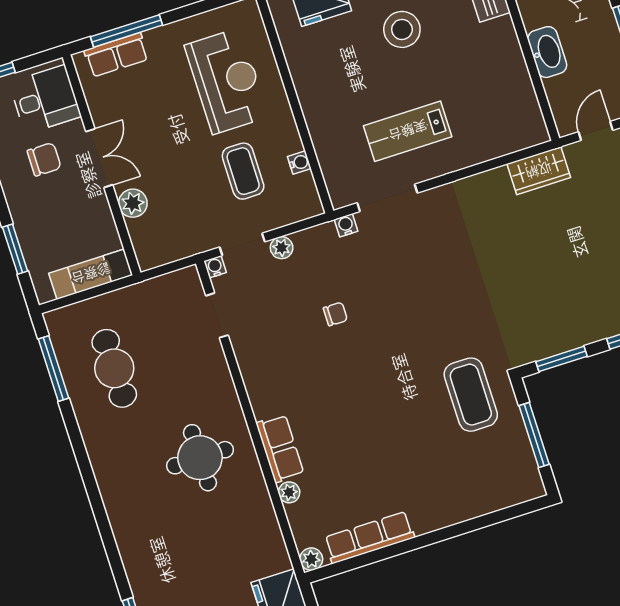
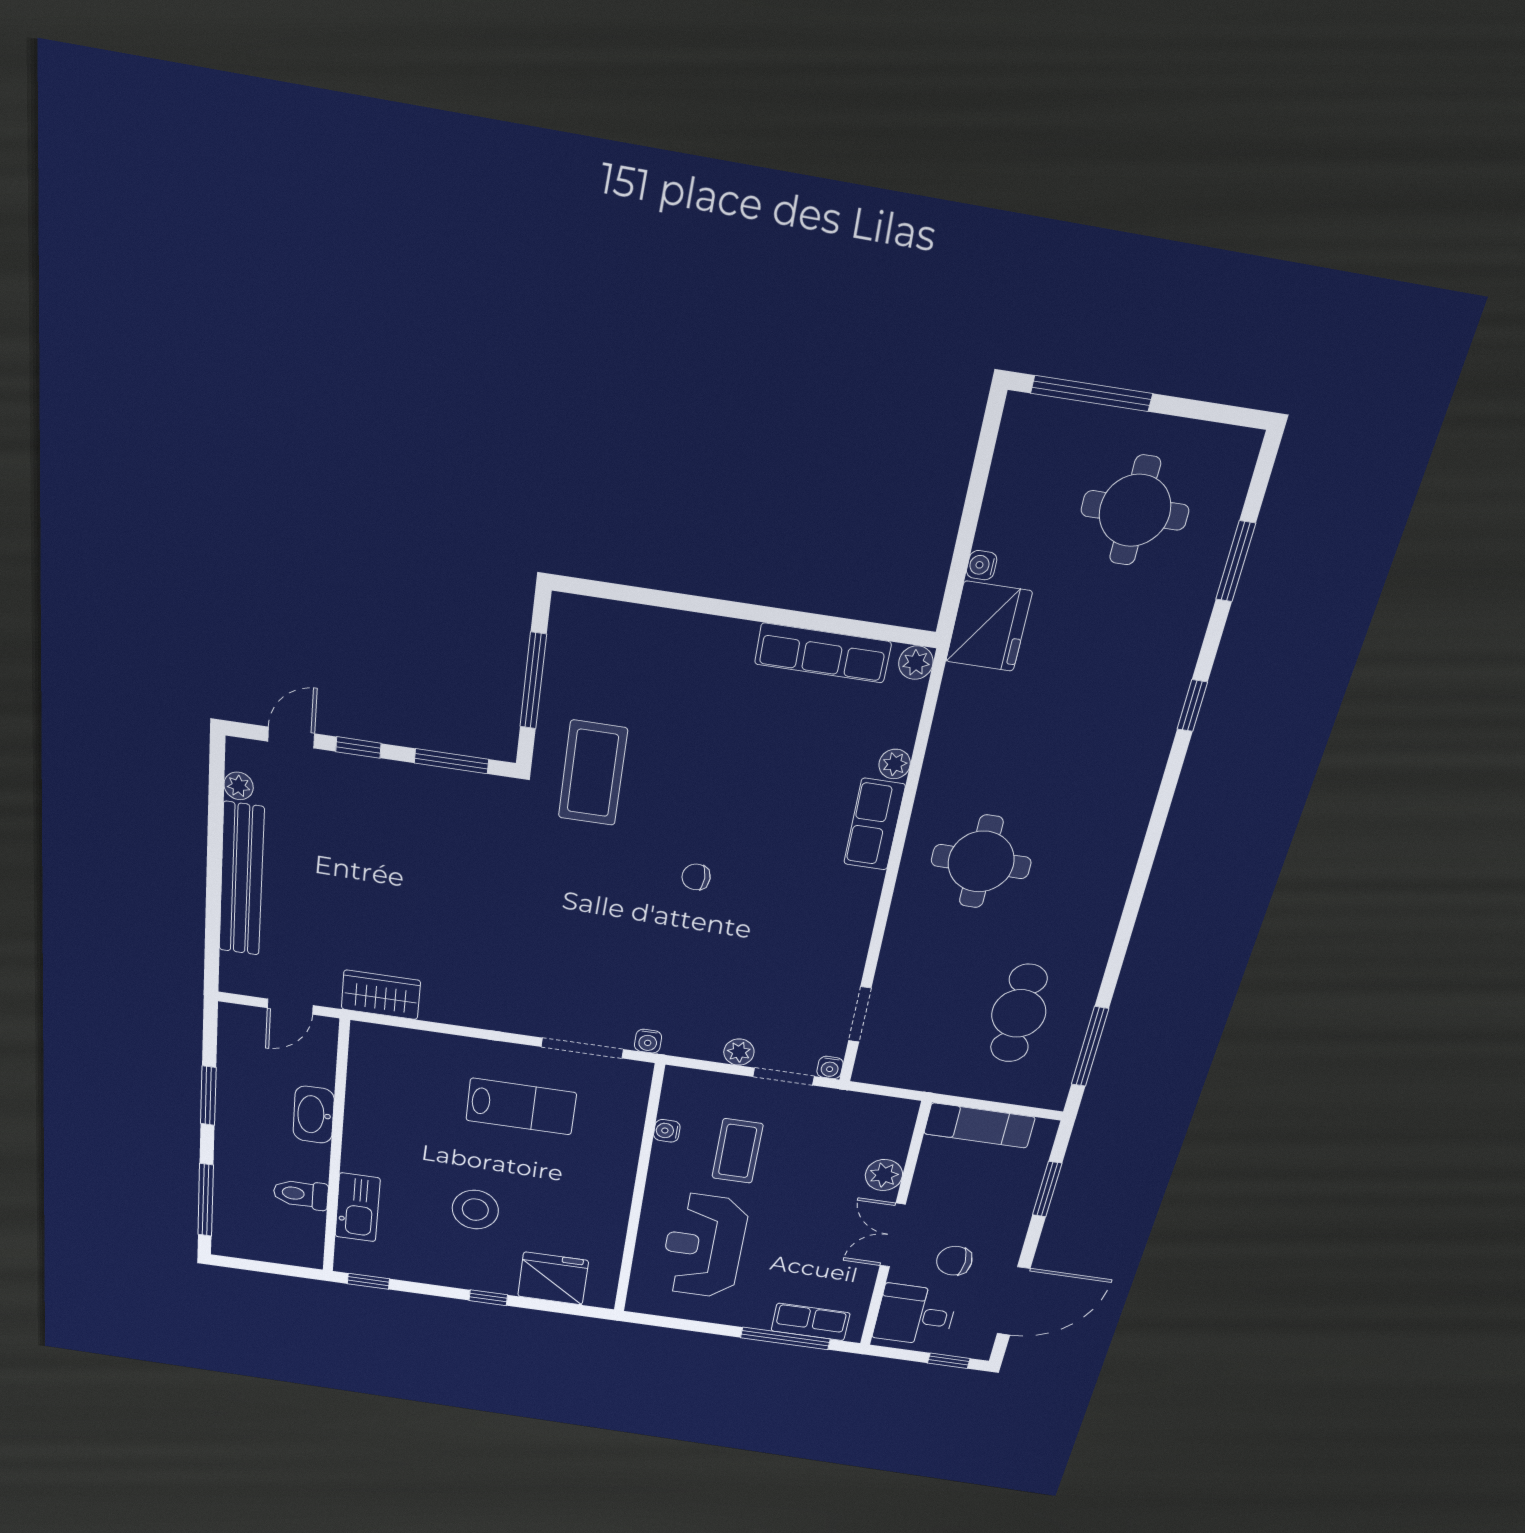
chair: (335, 314) -> (696, 877), moved

